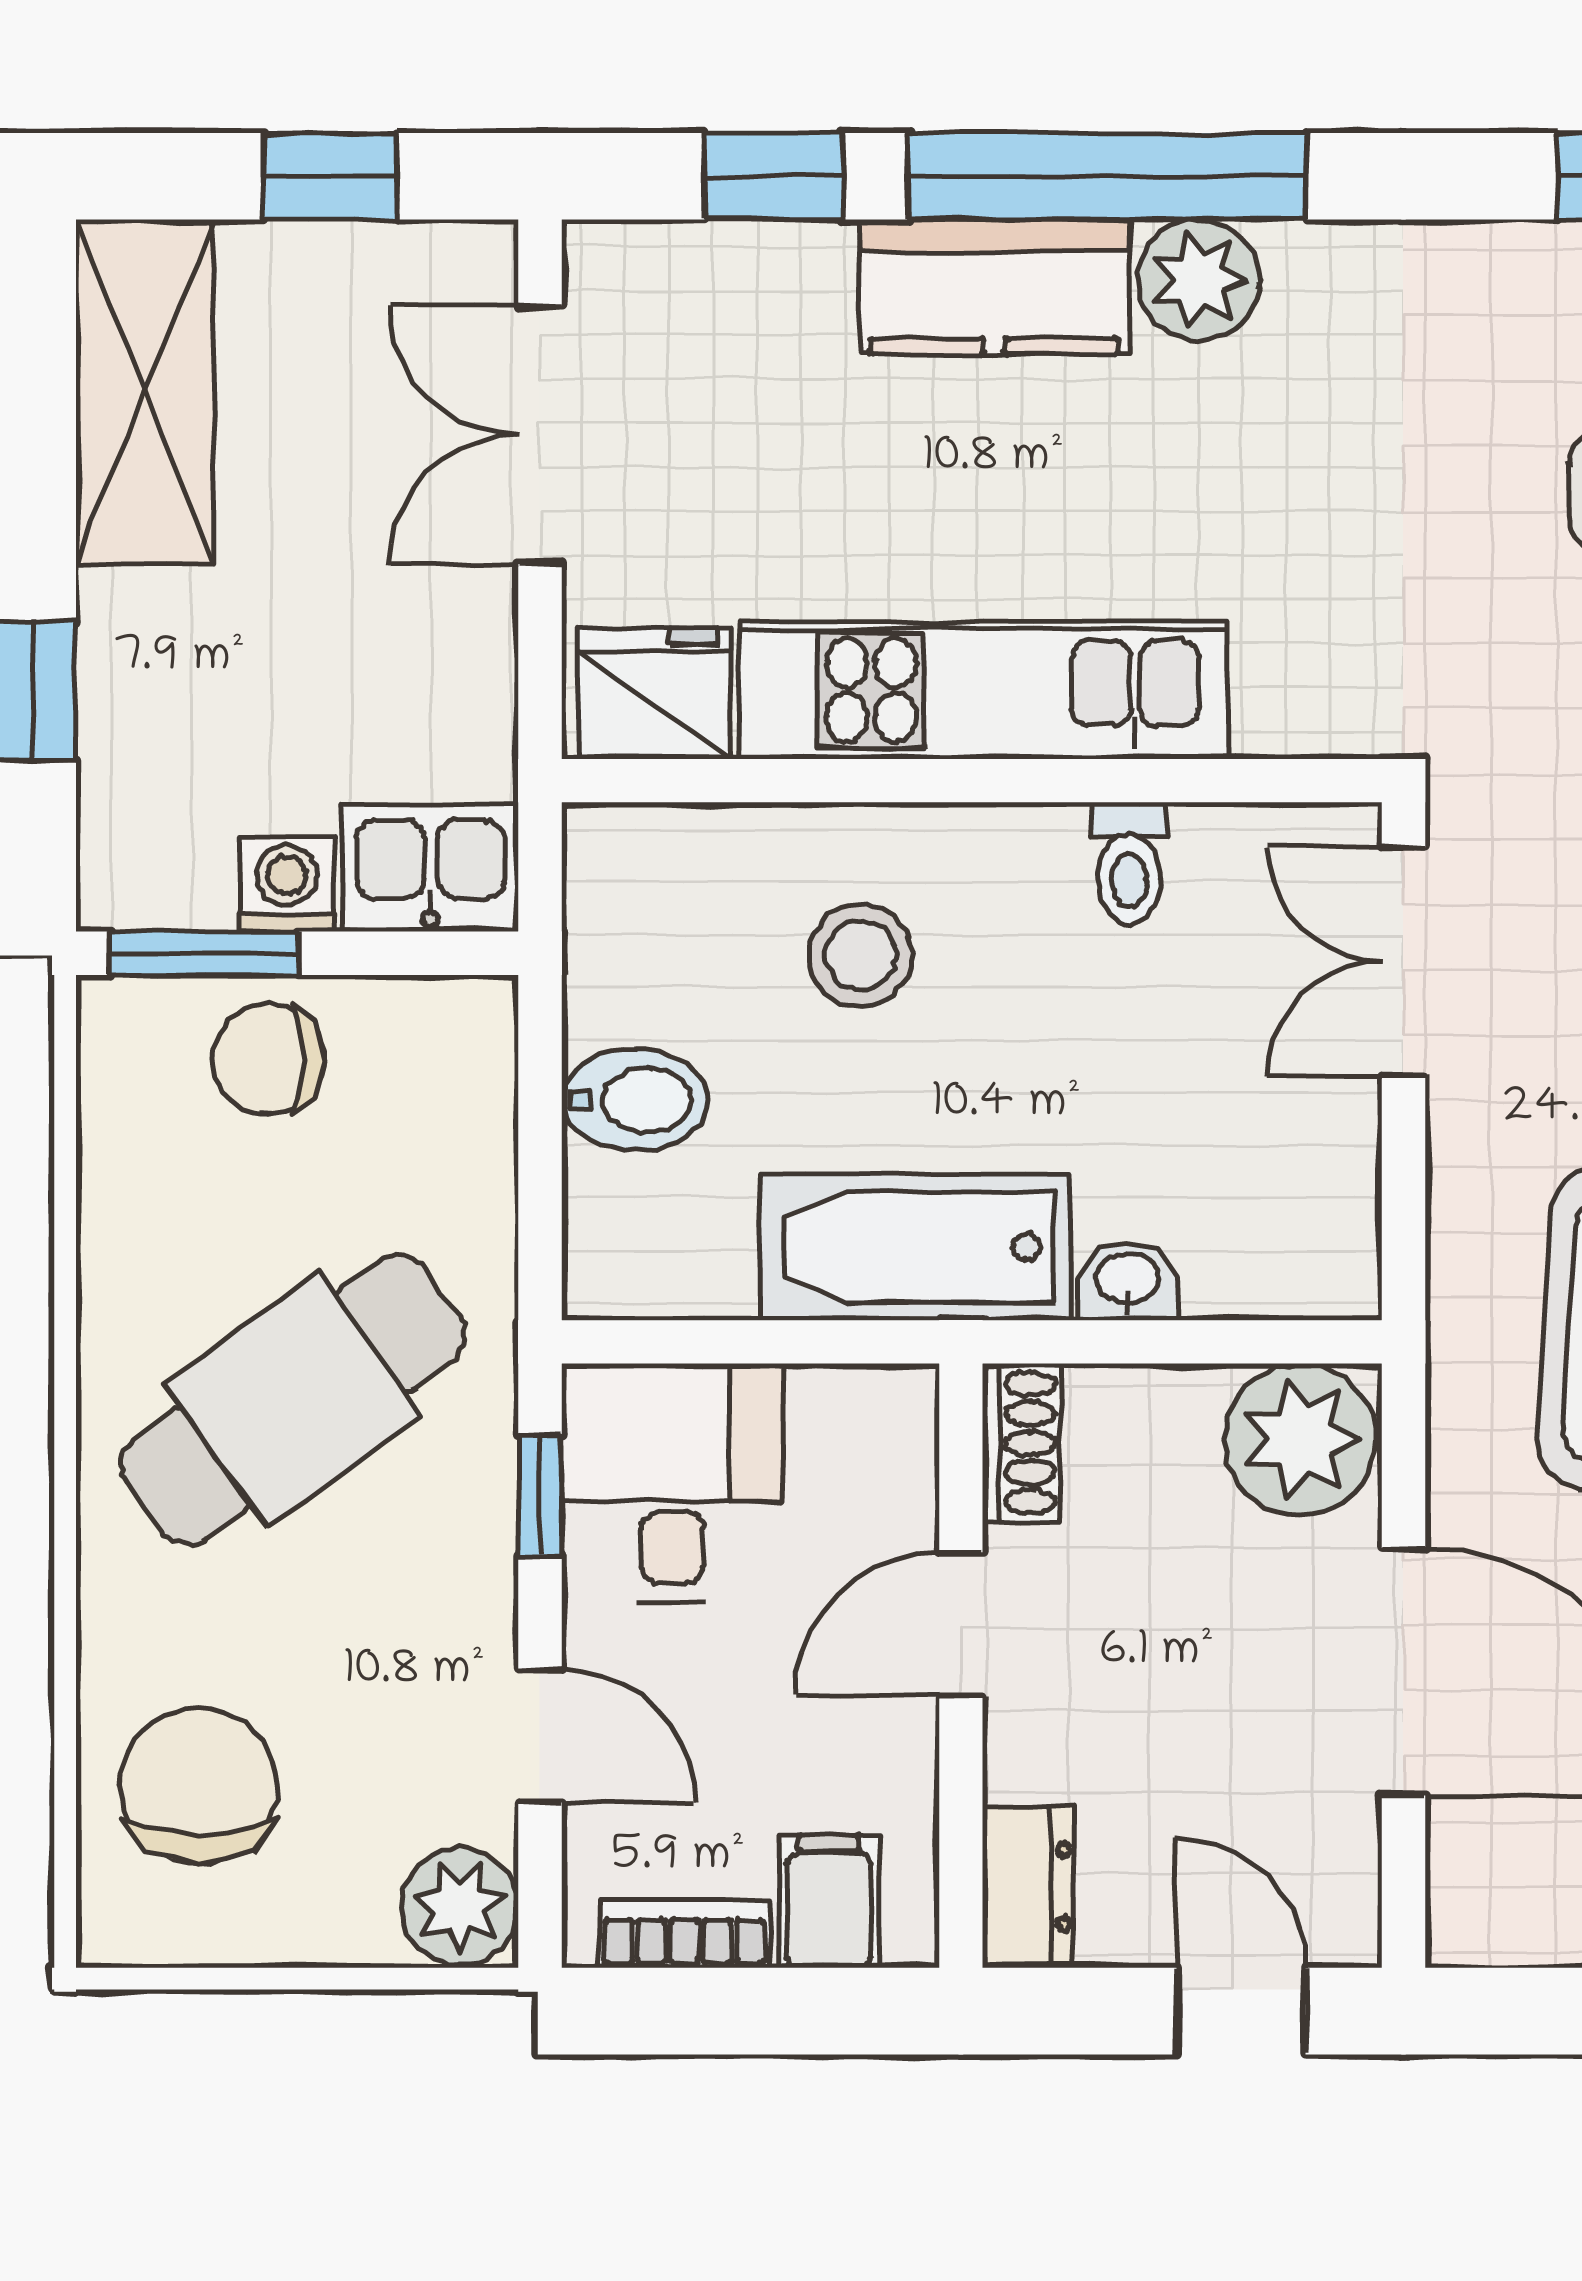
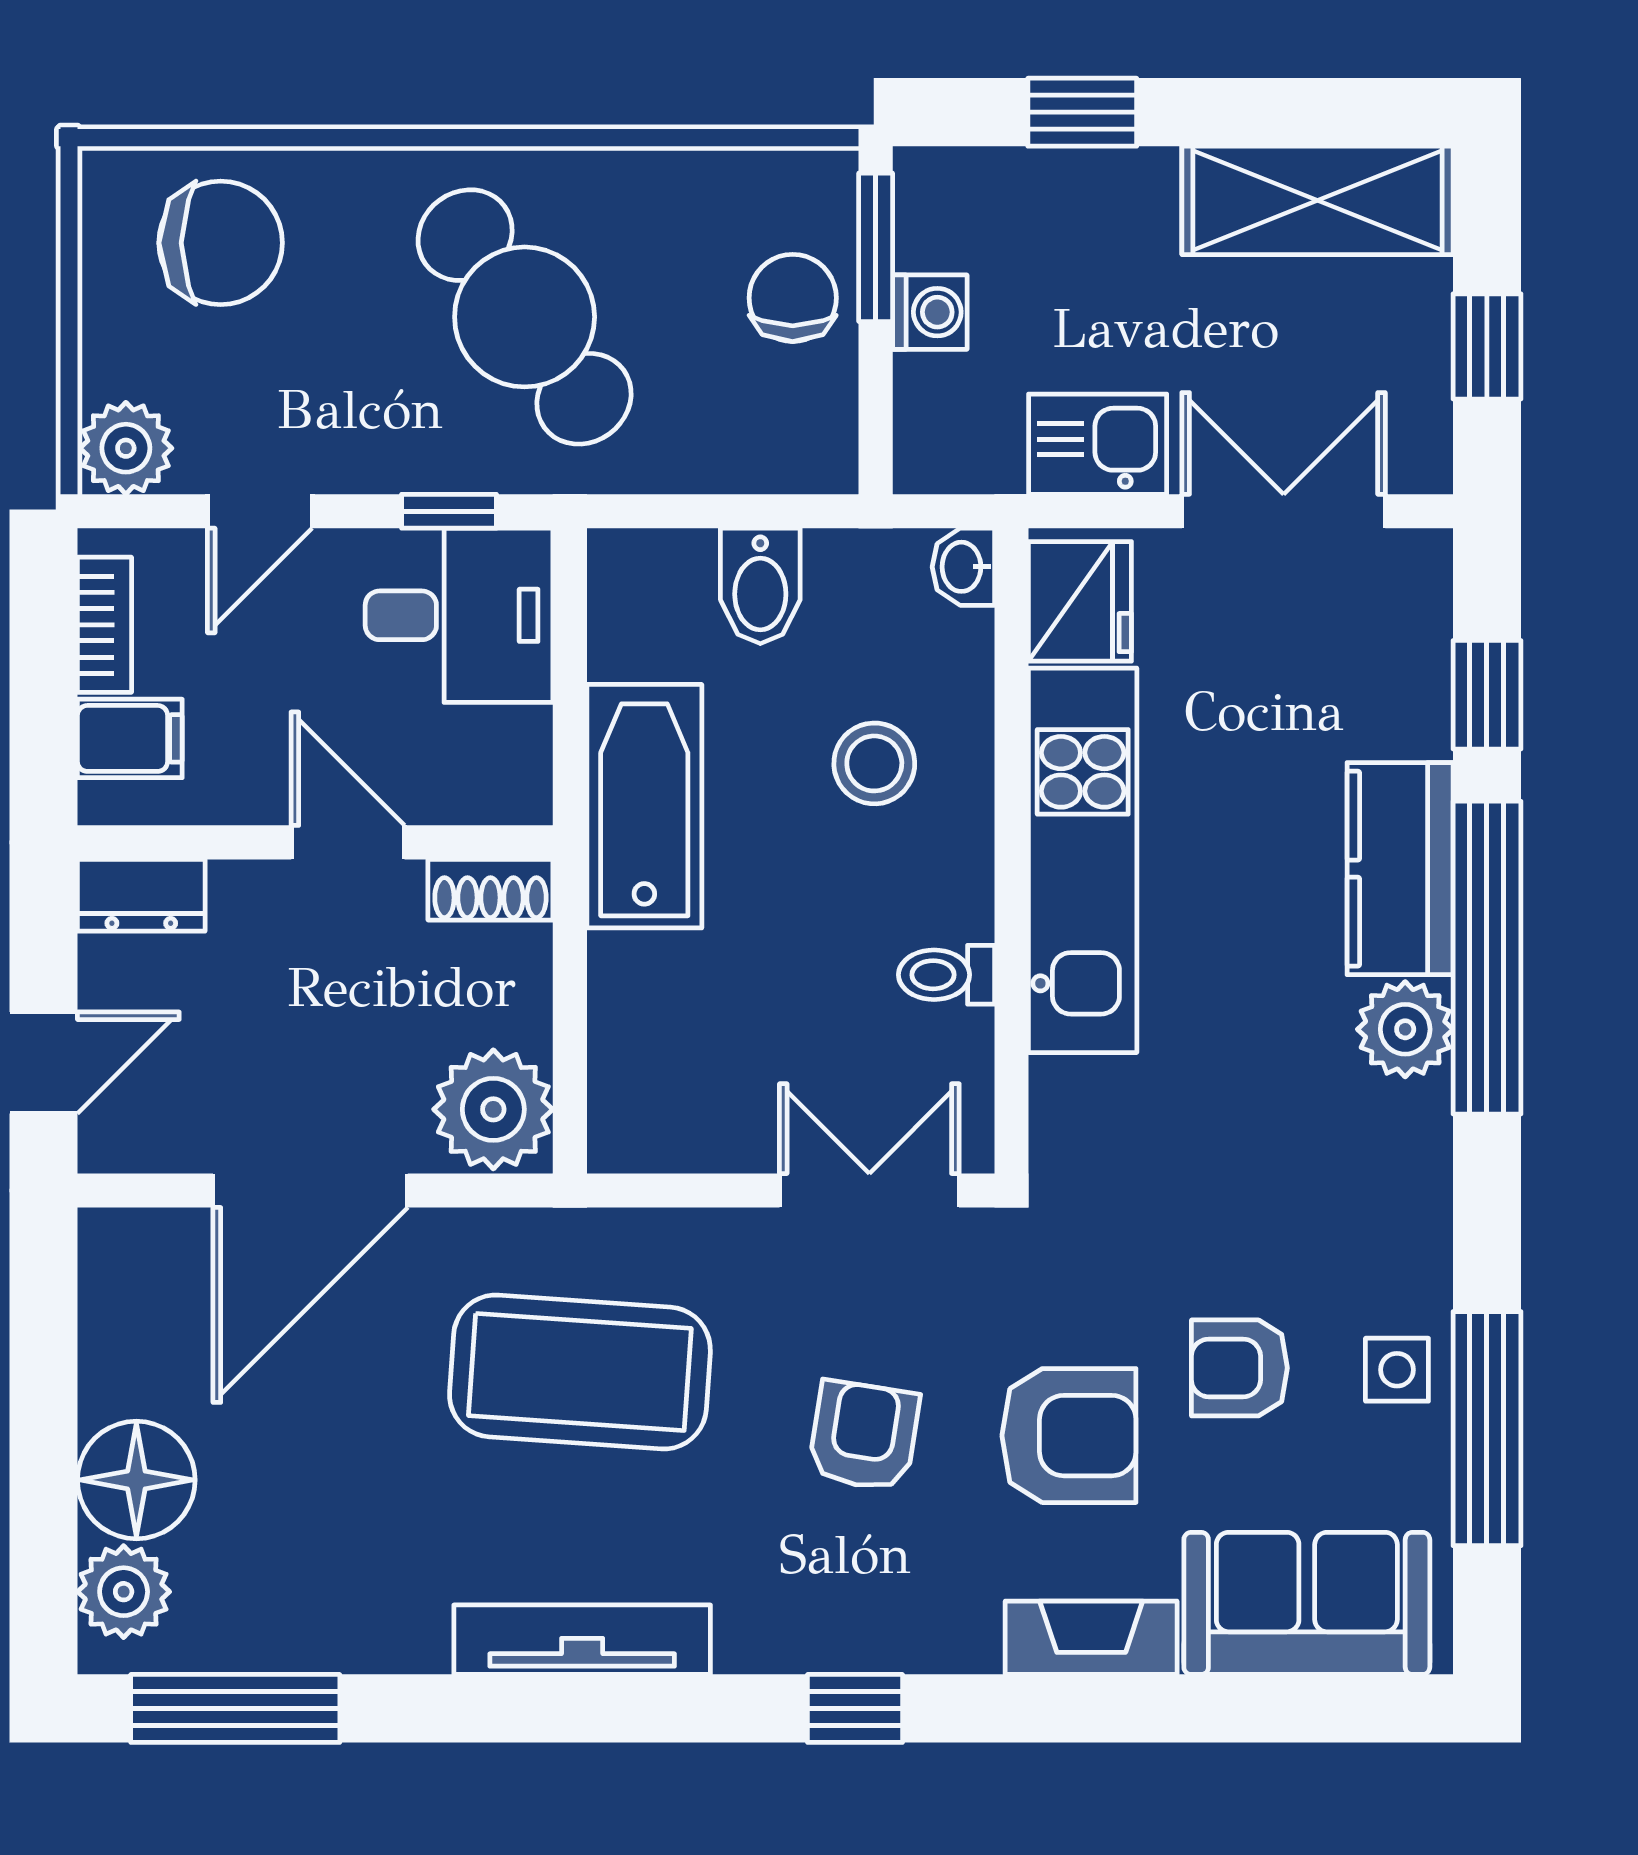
kitchen sink: (431, 868) -> (1098, 444), moved, turned -90
washbasin: (1127, 1281) -> (963, 567), moved, turned 180

